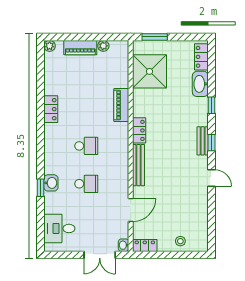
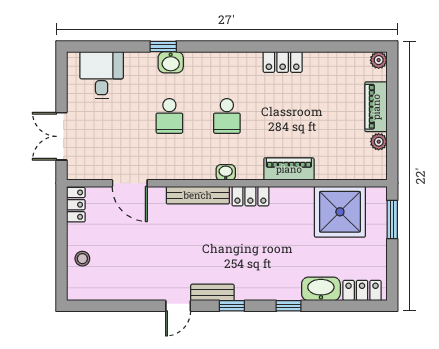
bench: (203, 141) -> (212, 292), moved
washbasin: (124, 245) -> (226, 172), moved

